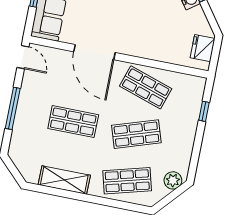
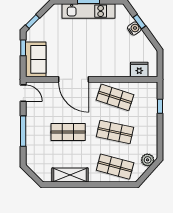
fridge: (203, 48) -> (139, 69), moved, turned 90
shop shelf: (136, 134) -> (115, 132), turned 30
shop shelf: (127, 181) -> (115, 167), turned 30

